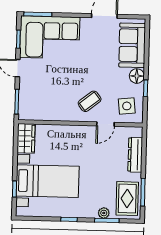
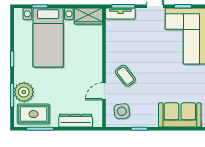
floor lamp: (137, 76) -> (151, 120), removed
tv unit: (24, 105) -> (120, 14), added
door: (105, 124) -> (104, 91), hinge flipped
plant: (104, 213) -> (24, 92), width x1.88, depth x1.88

